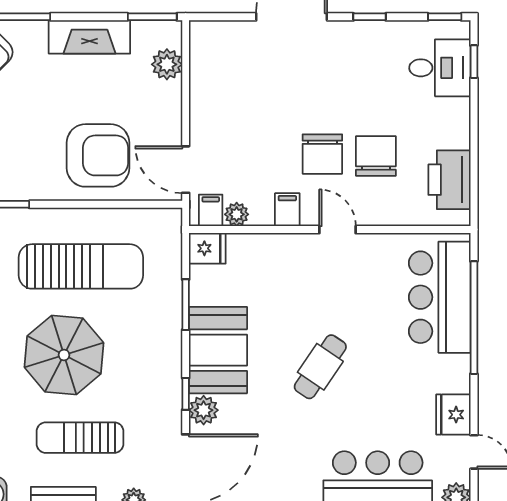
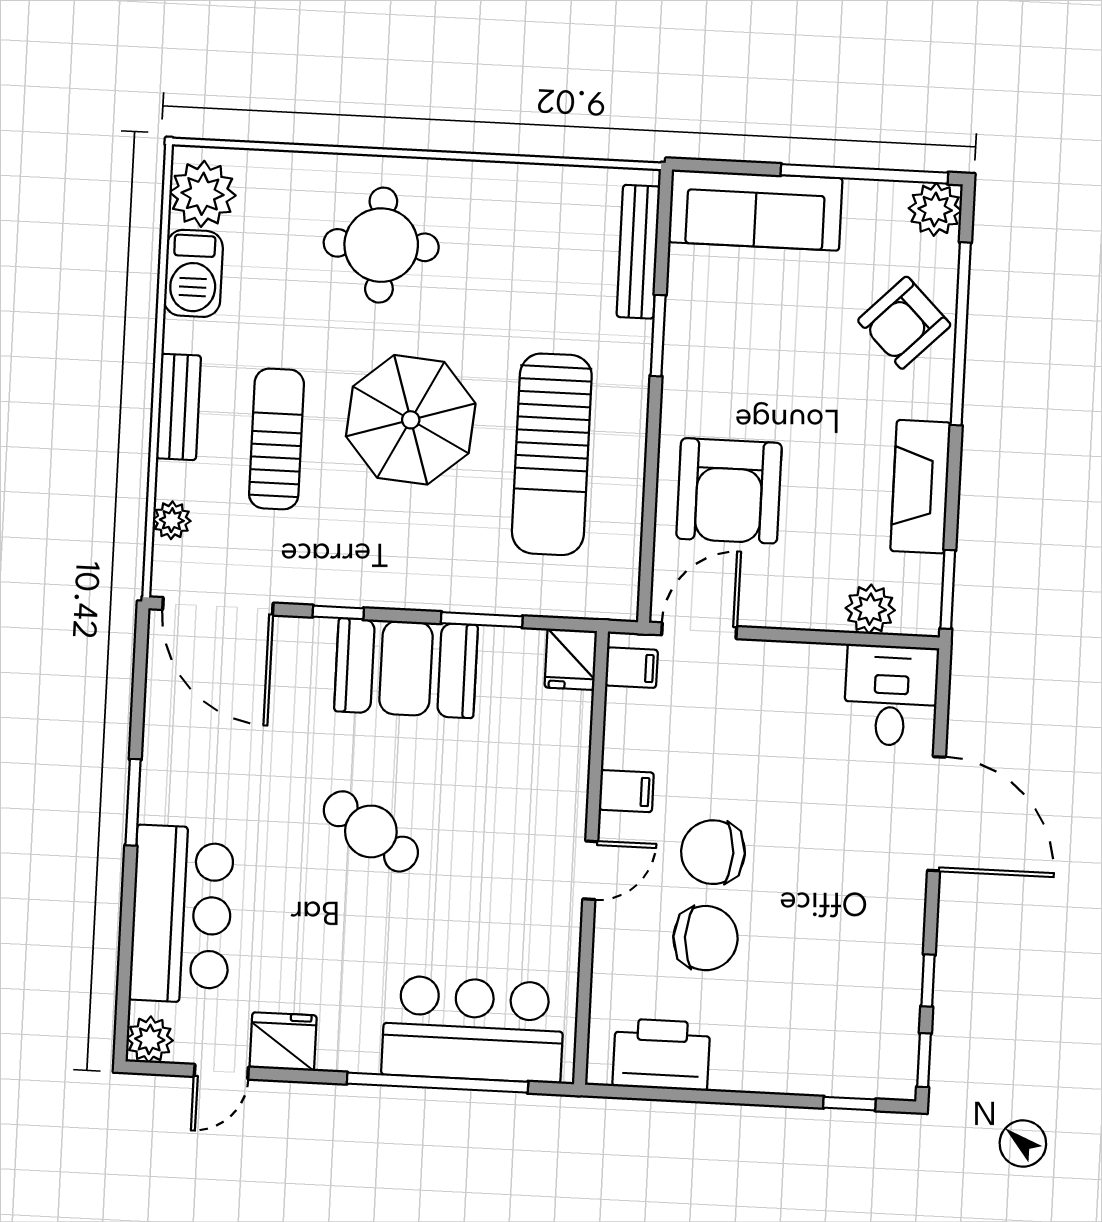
window: (370, 17) -> (928, 981), moved
desk: (440, 68) -> (891, 695), moved, turned 180
plant: (237, 214) -> (623, 709), removed
plant: (204, 410) -> (311, 640), removed

